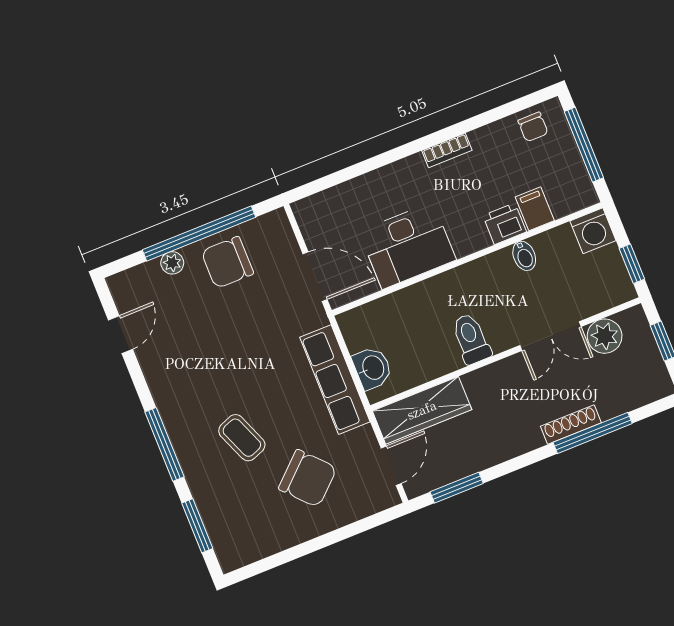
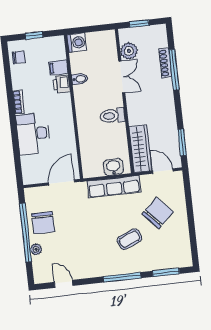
window: (584, 145) -> (34, 35), width x0.46
desk: (408, 246) -> (33, 134), moved, turned 180
window: (632, 264) -> (98, 28), removed
shoe rack: (571, 425) -> (165, 63), moved

